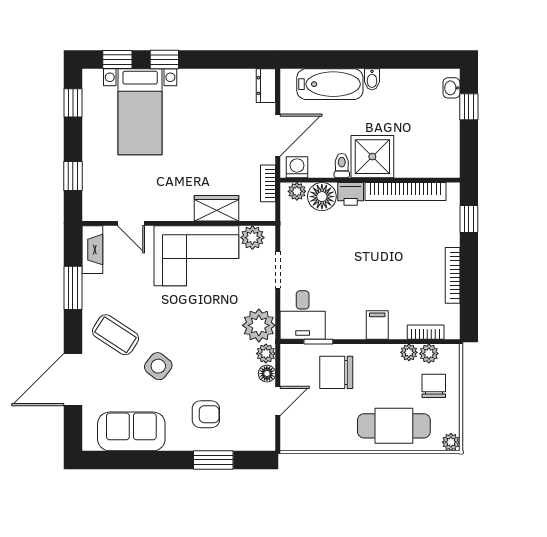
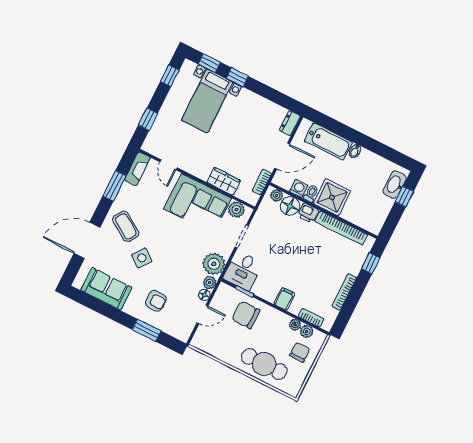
washbasin: (451, 88) -> (395, 185), width x1.91, depth x1.45
washing machine: (297, 167) -> (299, 188), moved
plant: (451, 442) -> (293, 391), removed

